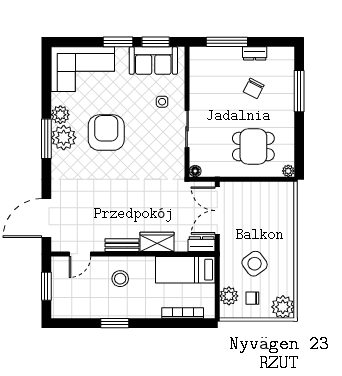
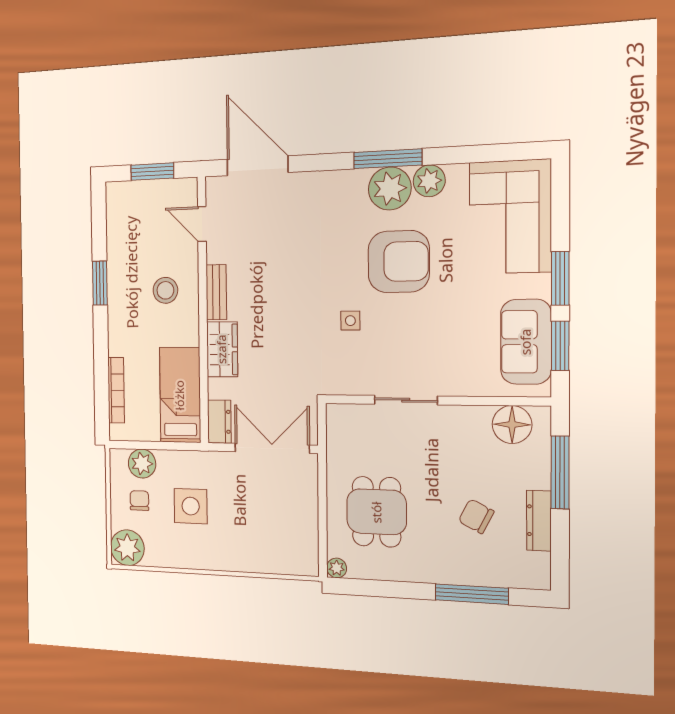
dresser: (255, 53) -> (539, 521), width x1.44
side table: (162, 102) -> (350, 321), moved
floor lamp: (195, 171) -> (512, 425), moved, width x1.89, depth x1.89
side table: (255, 264) -> (191, 506), turned 36

